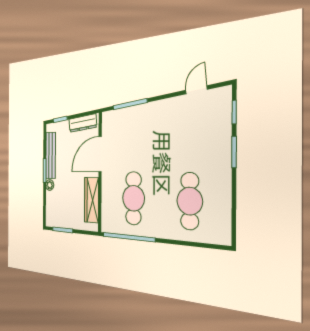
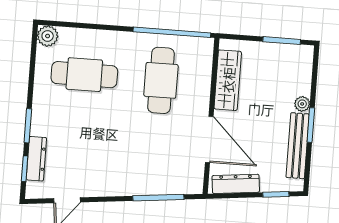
dresser: (224, 123) -> (36, 159), added
door: (100, 154) -> (209, 139), hinge flipped
cafe table: (190, 201) -> (84, 75), turned 90
plant: (222, 235) -> (48, 36), added

